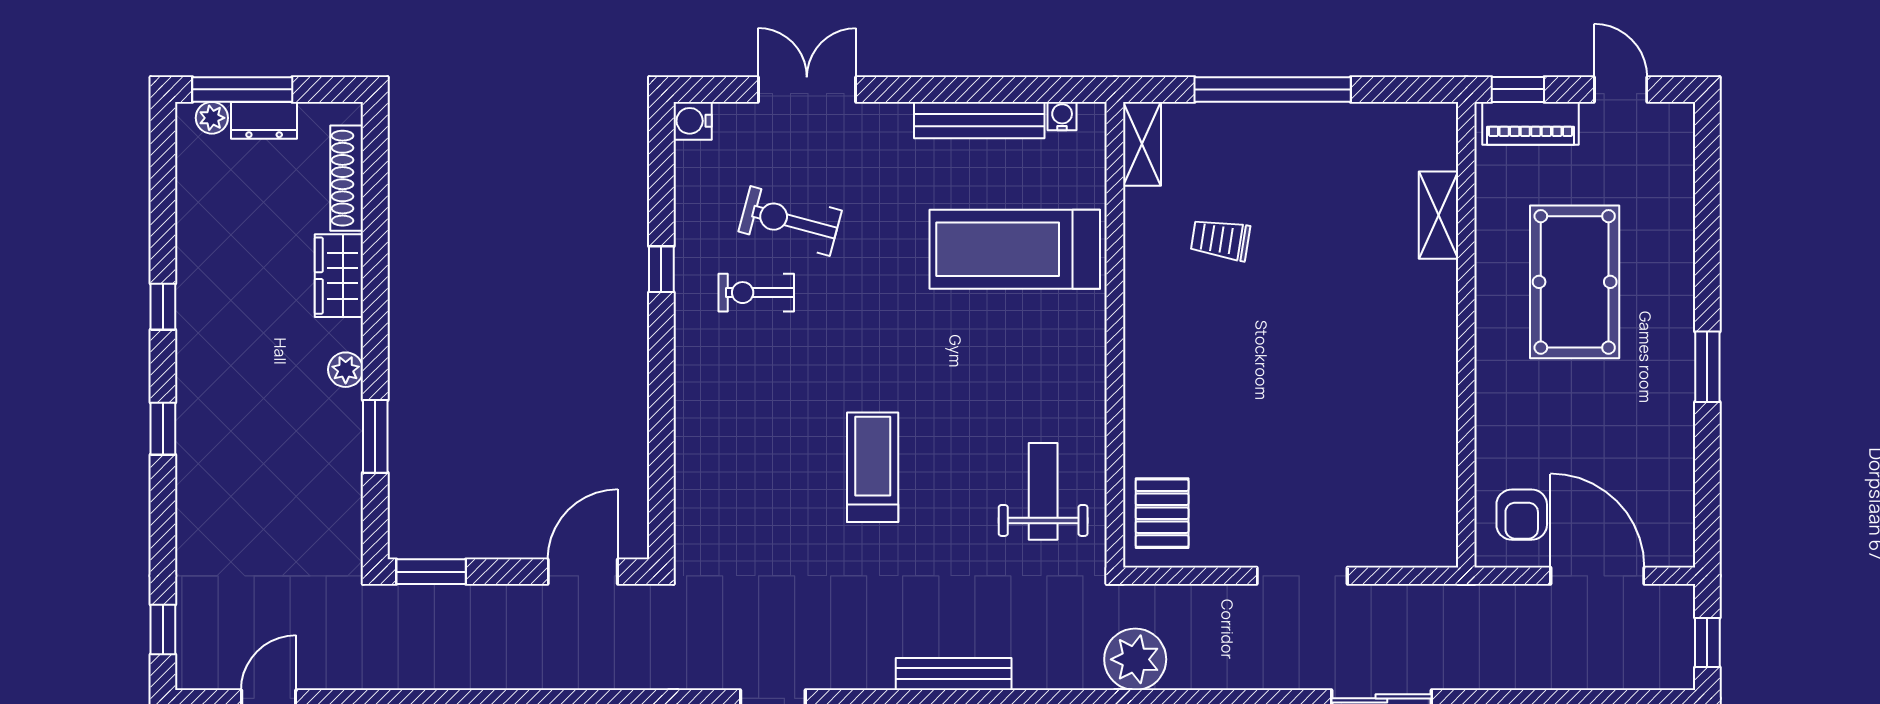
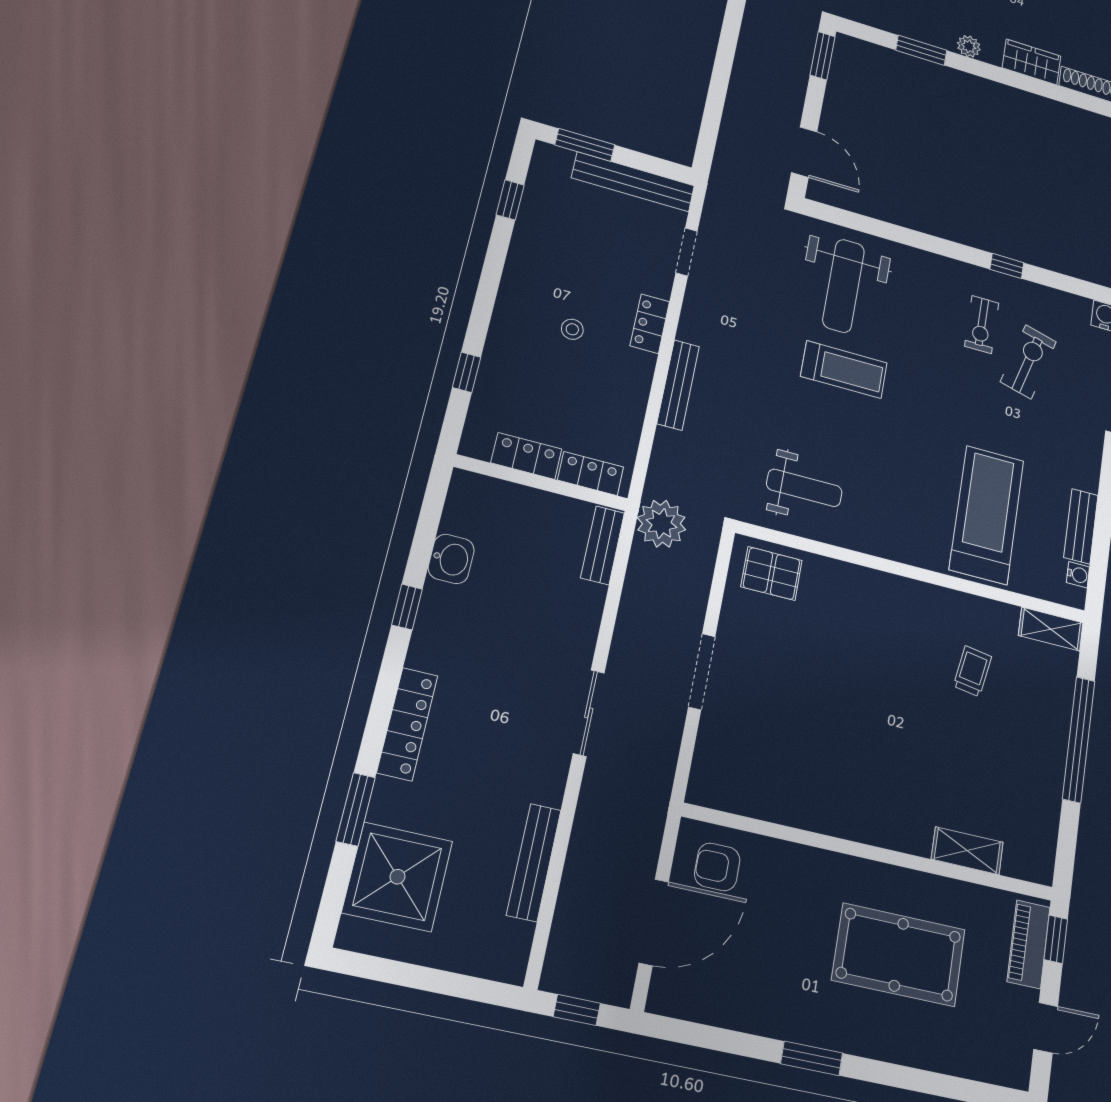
bench: (979, 120) -> (1081, 526), width x0.73
exercise bike: (756, 293) -> (982, 325), turned 180
weight bench: (757, 487) -> (844, 286), added

